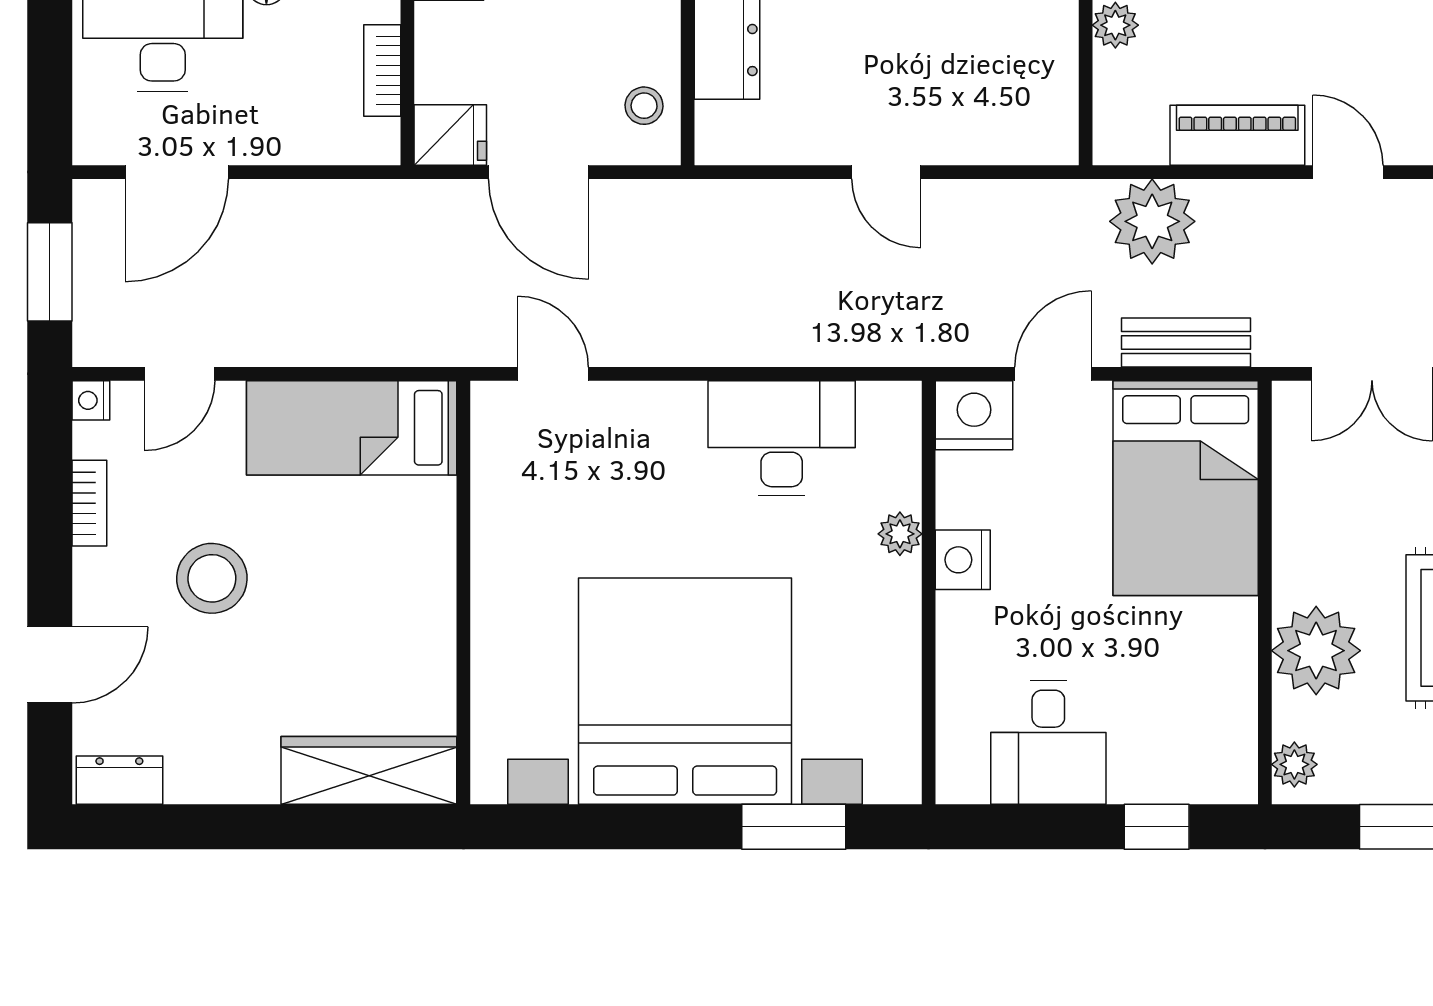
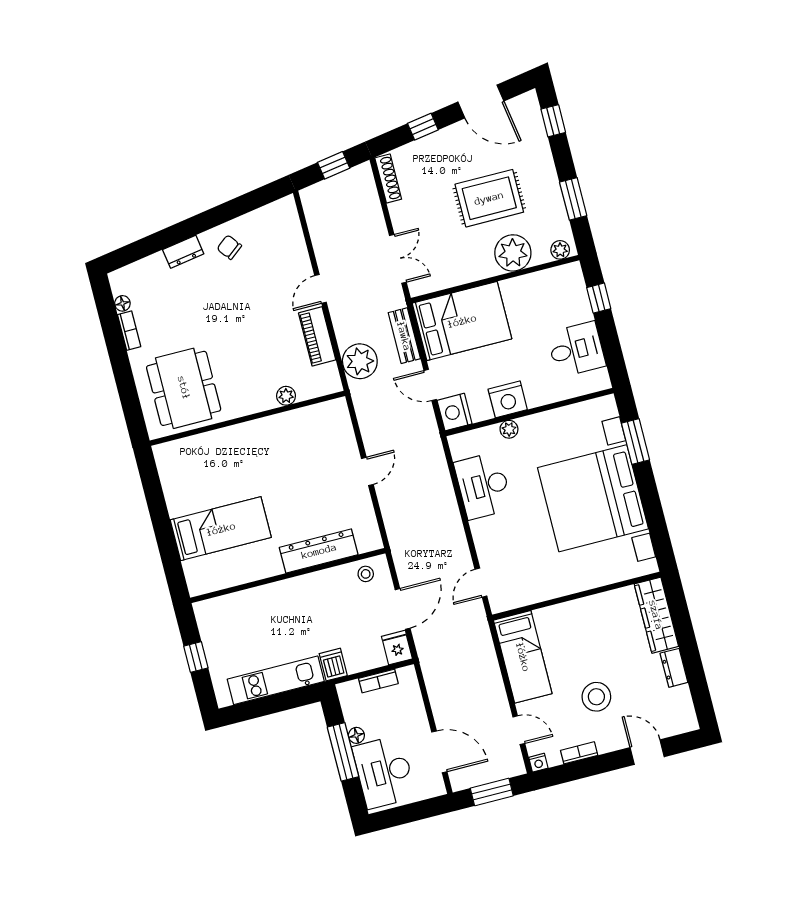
nightstand: (963, 560) -> (508, 399), width x1.36, depth x1.33
dresser: (119, 780) -> (674, 668), moved

